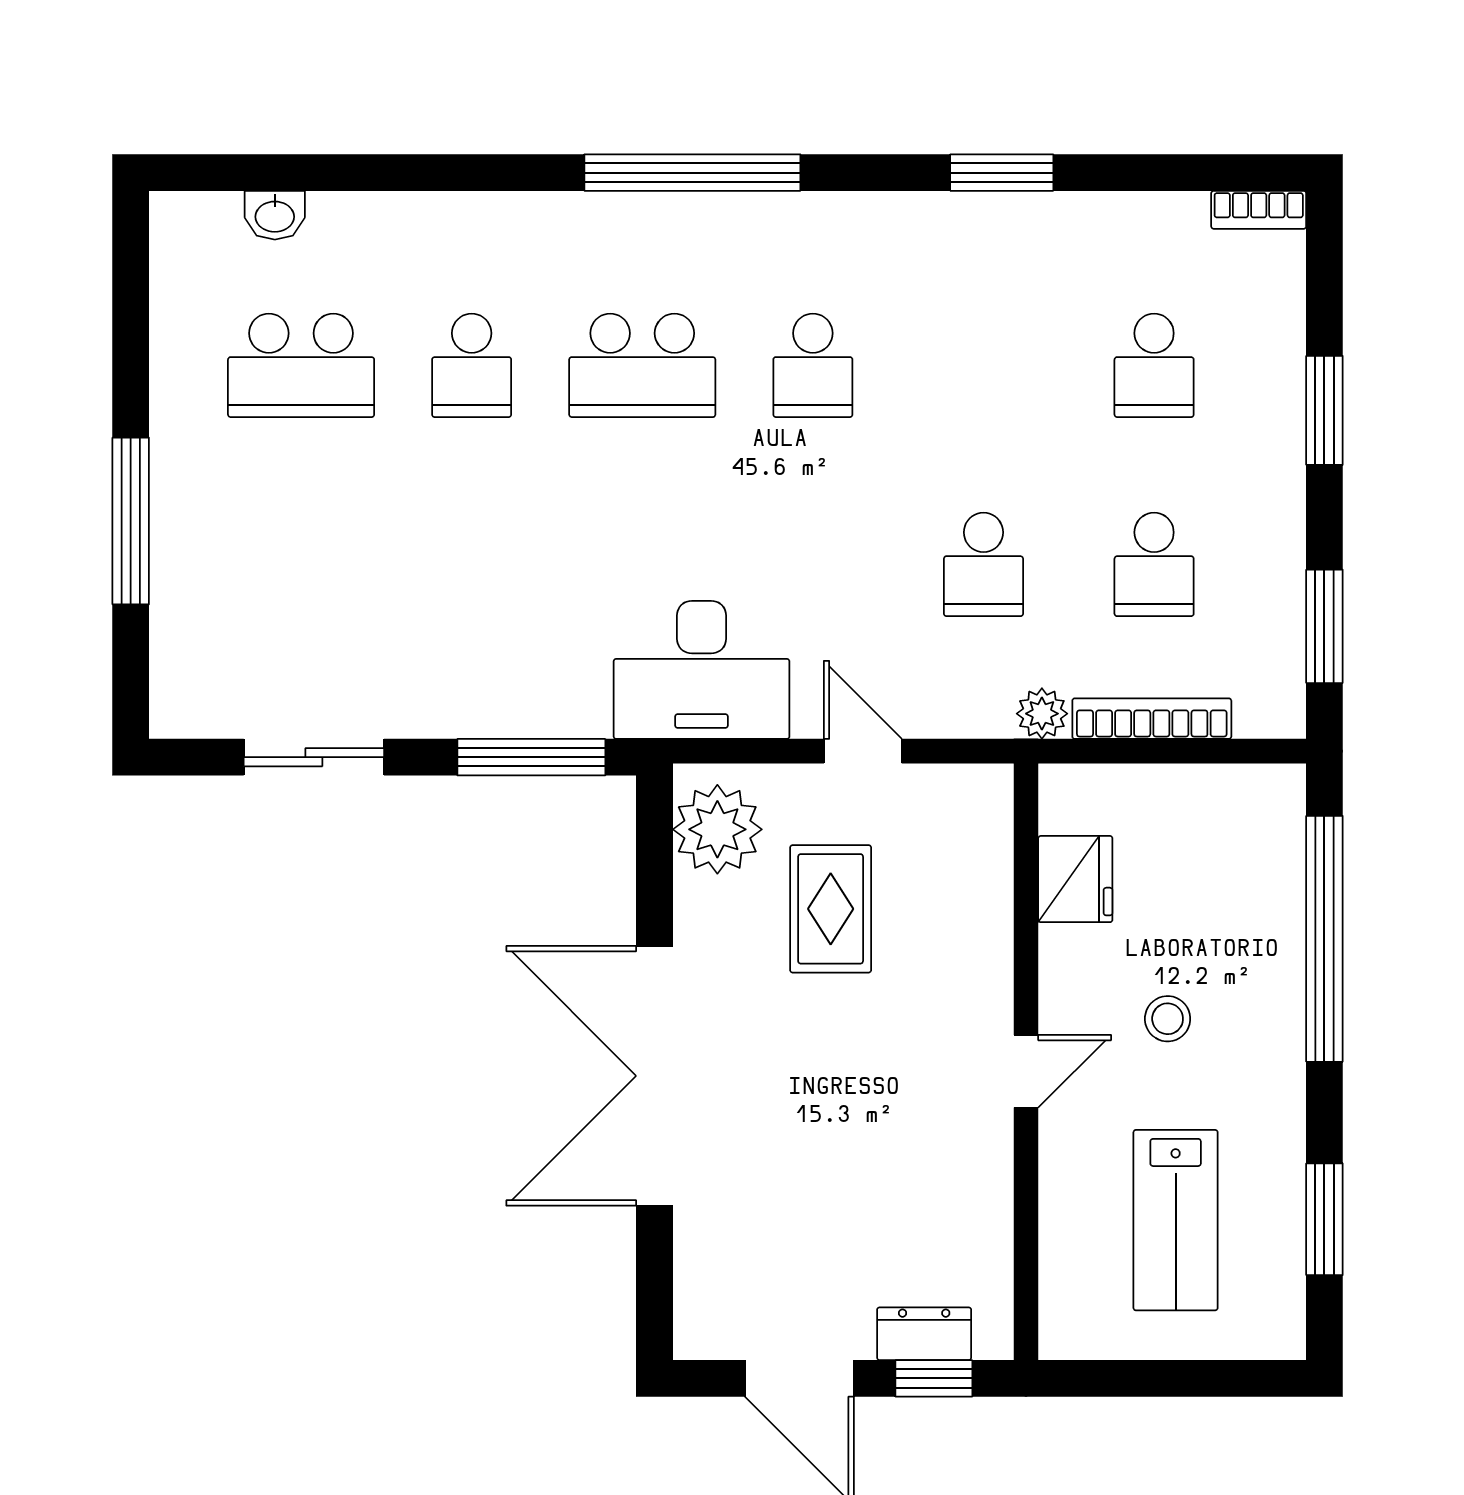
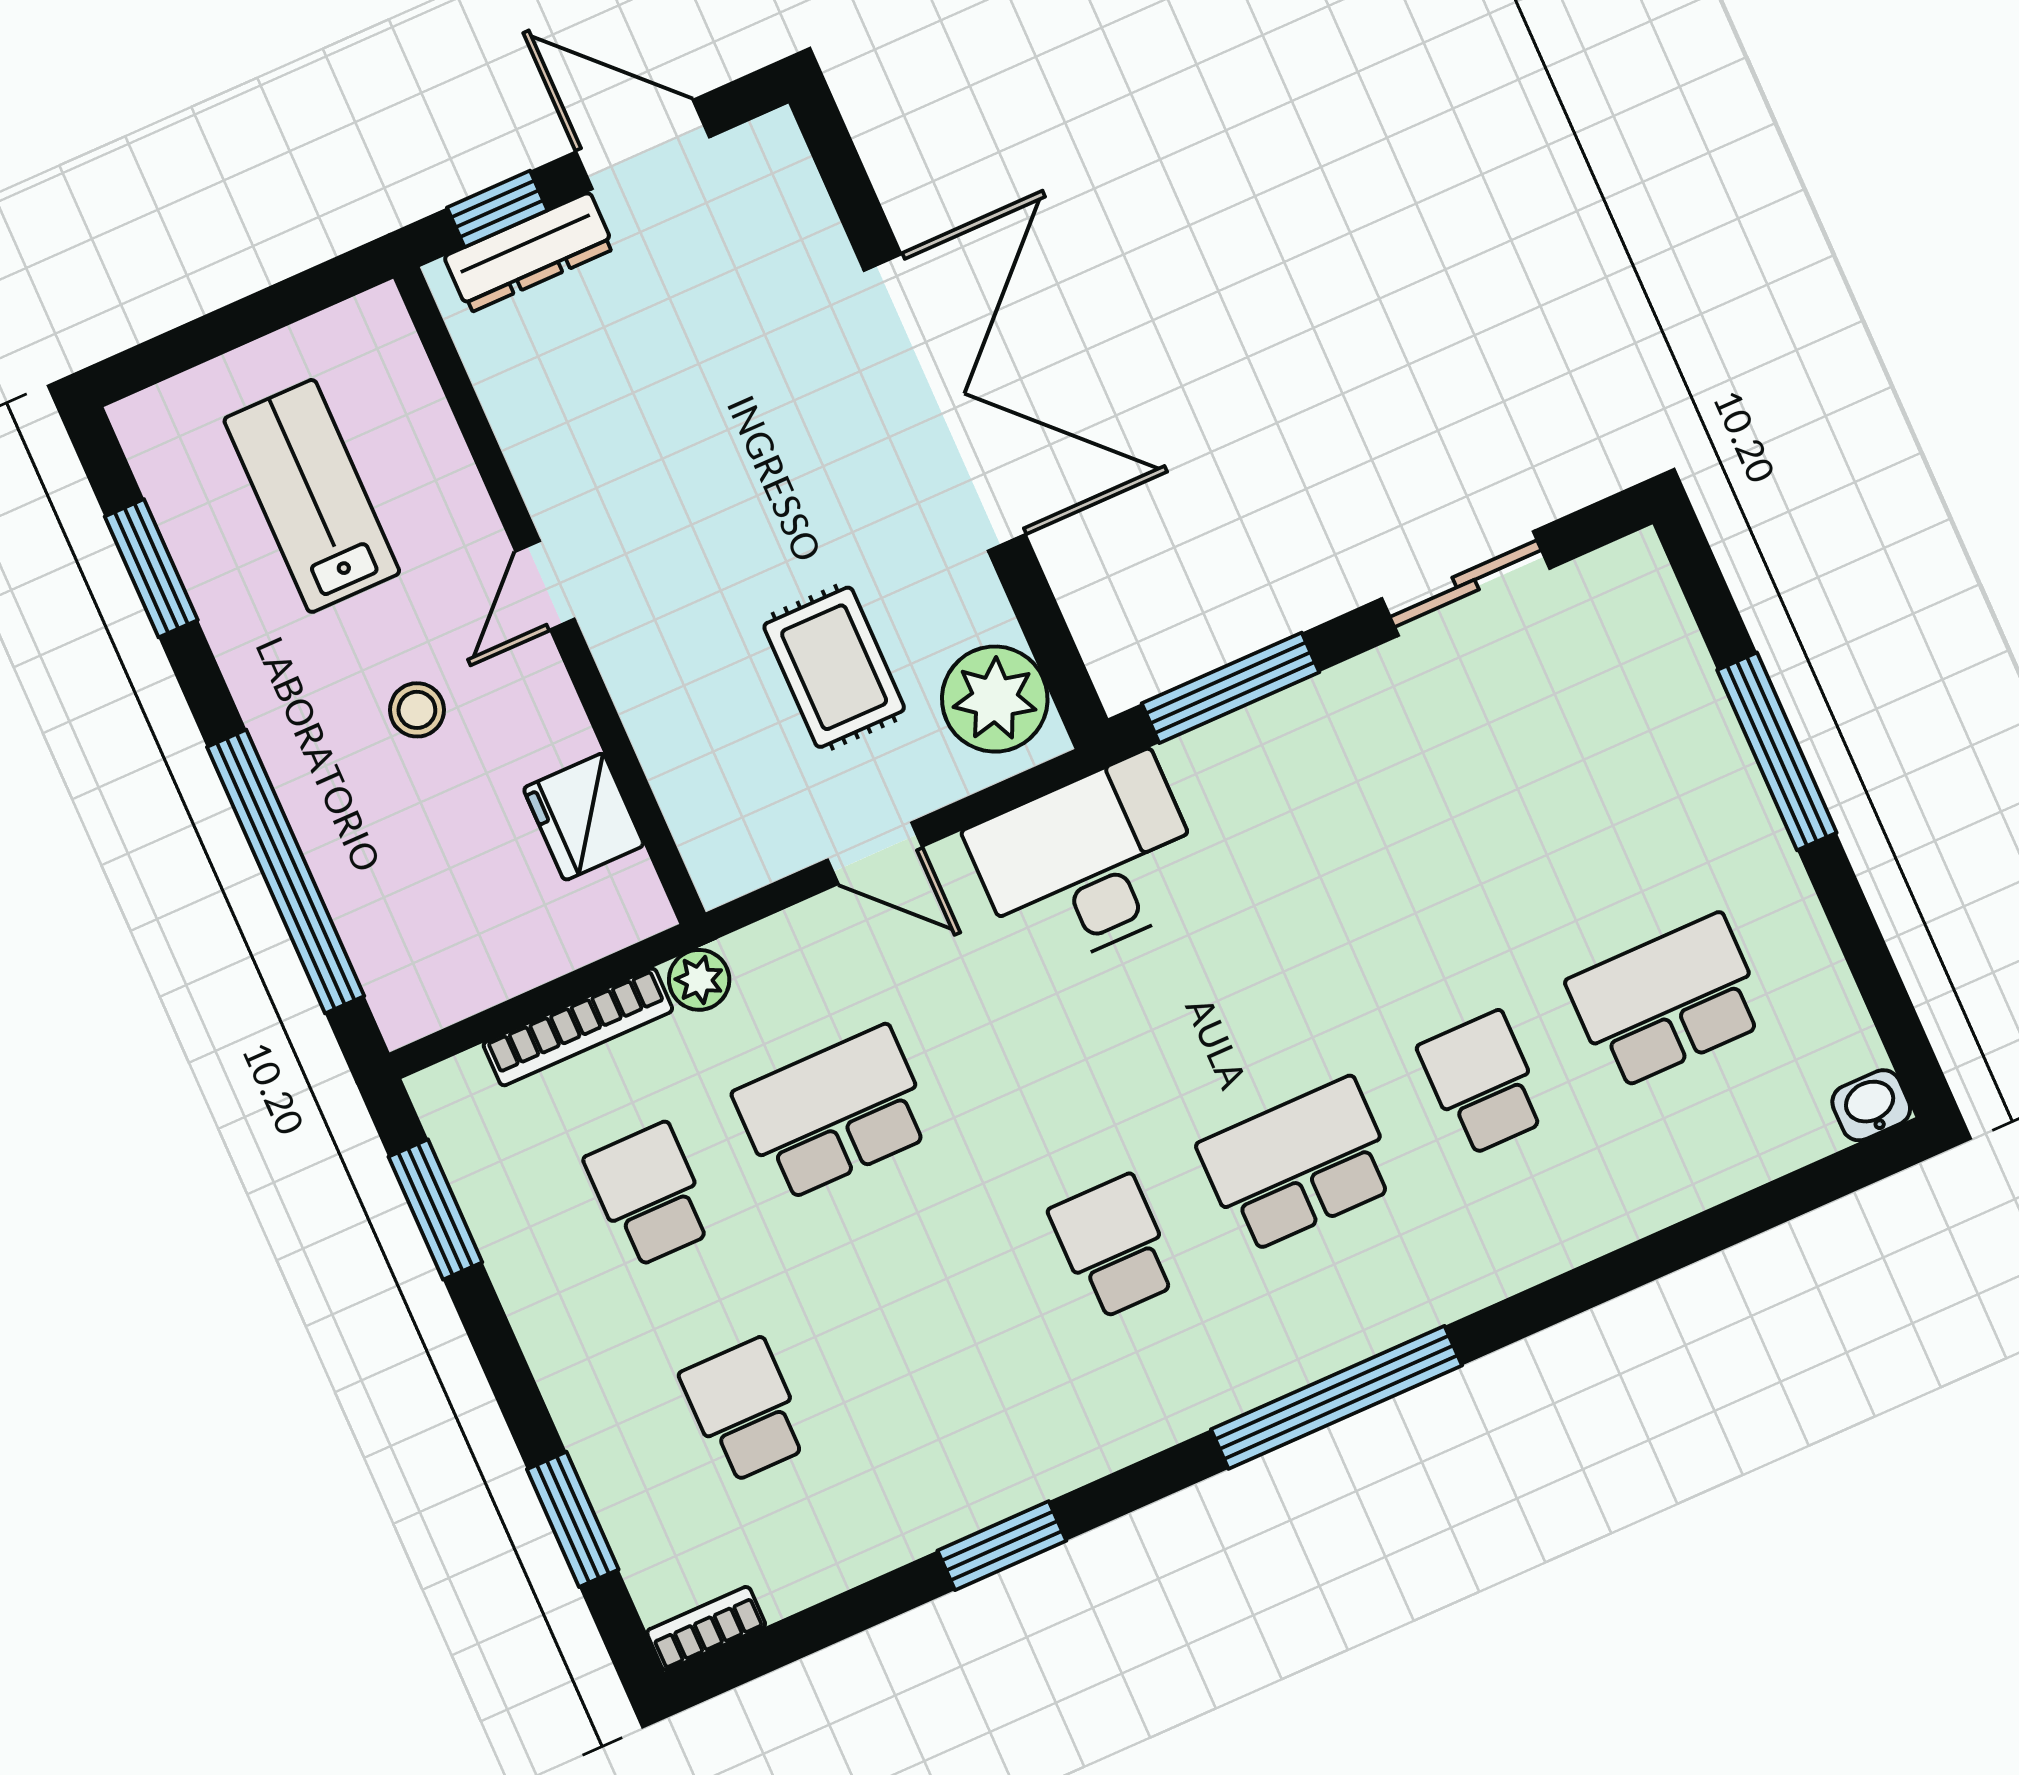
washbasin: (275, 215) -> (1871, 1105), moved
window: (1324, 410) -> (573, 1519), moved
school desk: (983, 564) -> (834, 1113), width x1.85
dresser: (924, 1334) -> (529, 253), width x1.44

